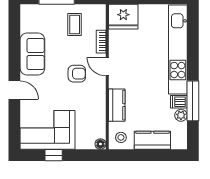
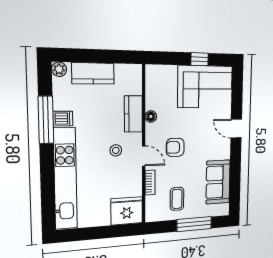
sofa: (32, 54) -> (218, 182), moved
plant: (181, 115) -> (59, 69), moved
stool: (121, 137) -> (116, 150), moved
floor lamp: (100, 144) -> (151, 116), moved

